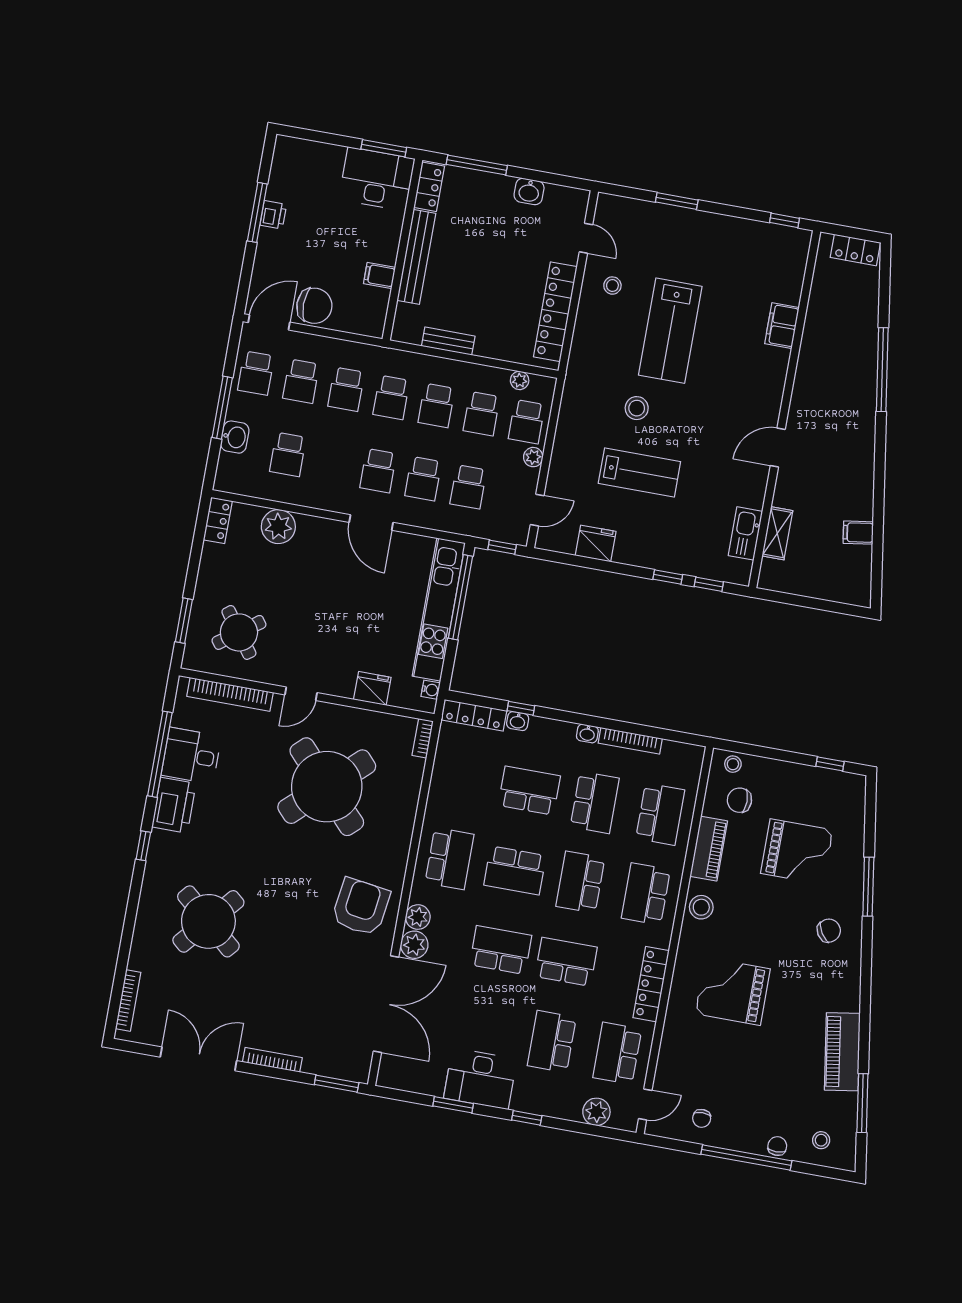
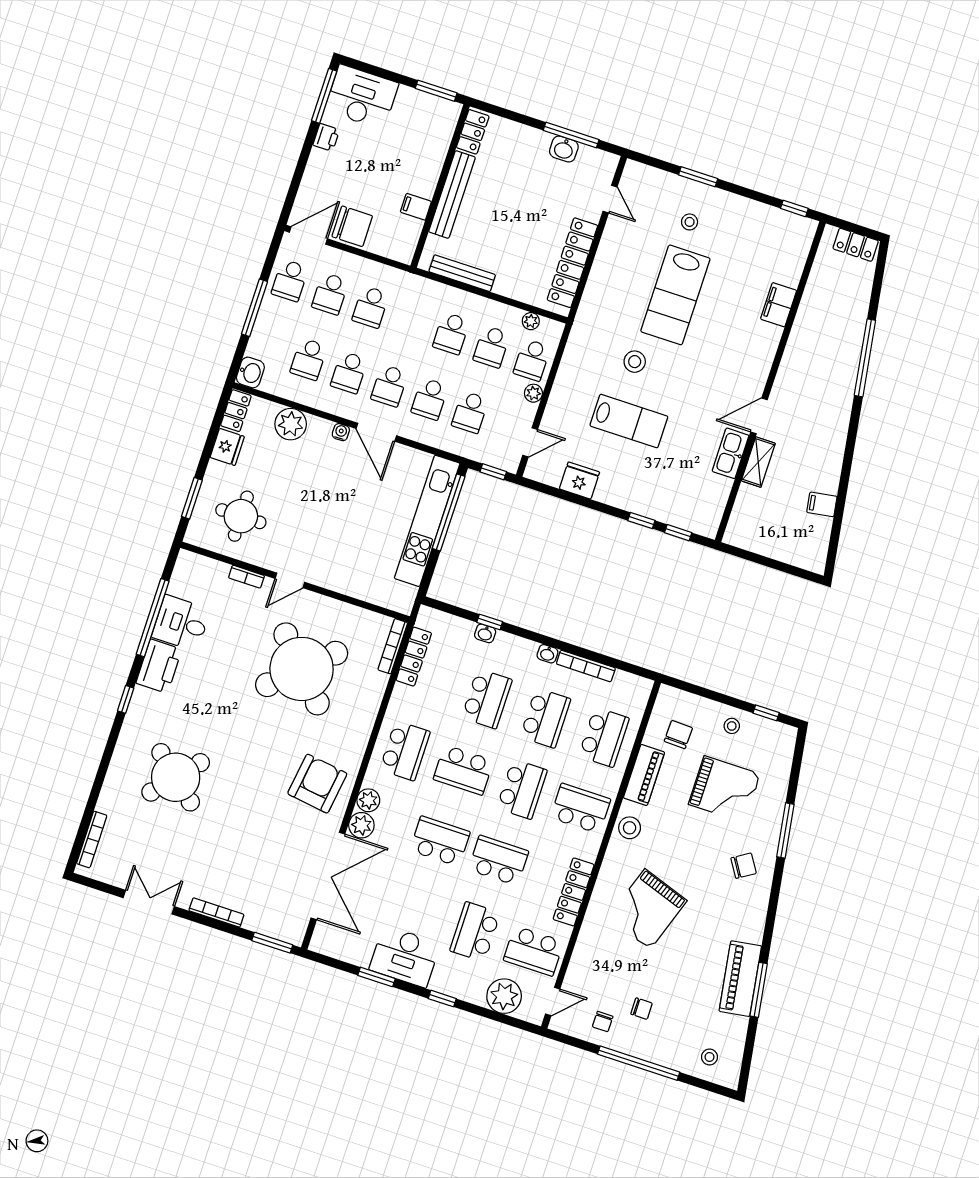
window: (477, 165) -> (571, 135), moved
desk: (377, 179) -> (362, 97), moved
window: (257, 212) -> (324, 96), moved
stool: (612, 286) -> (690, 222), moved
bench: (448, 341) -> (462, 273), width x1.36
school desk: (391, 397) -> (349, 372), moved
washbasin: (235, 437) -> (250, 372), moved
kitchen sink: (745, 533) -> (731, 453), moved
shelving: (777, 533) -> (758, 462), moved
round table: (239, 632) -> (241, 516), turned 36
fridge: (372, 688) -> (227, 447), moved, turned 90
water cooler: (431, 690) -> (341, 432), moved, turned -90
bookcase: (230, 694) -> (246, 577), width x0.43, depth x0.76
locker: (474, 715) -> (414, 657), moved, turned -90
bookcase: (423, 738) -> (393, 646), width x1.56
stool: (733, 764) -> (732, 726), moved
school desk: (529, 791) -> (487, 699), turned 90
chair: (739, 800) -> (678, 735), turned 92
school desk: (580, 882) -> (522, 789), turned 180
school desk: (646, 894) -> (580, 808), turned 90
grand piano: (733, 991) -> (648, 909), turned -71
school desk: (617, 1053) -> (534, 951), turned -90
double door: (198, 1059) -> (149, 902), width x0.73
window: (862, 1103) -> (759, 990), moved
plant: (596, 1112) -> (504, 996), width x1.36, depth x1.36
chair: (777, 1146) -> (642, 1009), moved, turned 90

